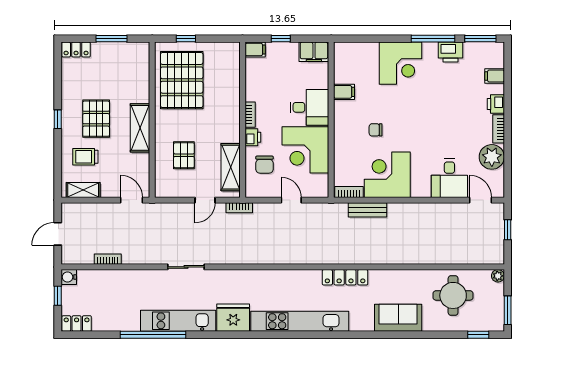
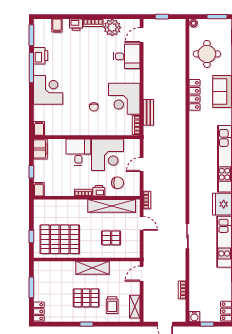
filing cabinet: (344, 92) -> (39, 128), moved
shelving: (231, 167) -> (112, 206), width x1.47
locker: (345, 277) -> (194, 95), moved

